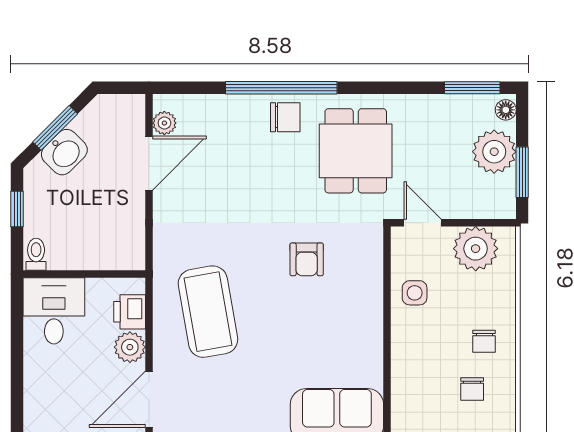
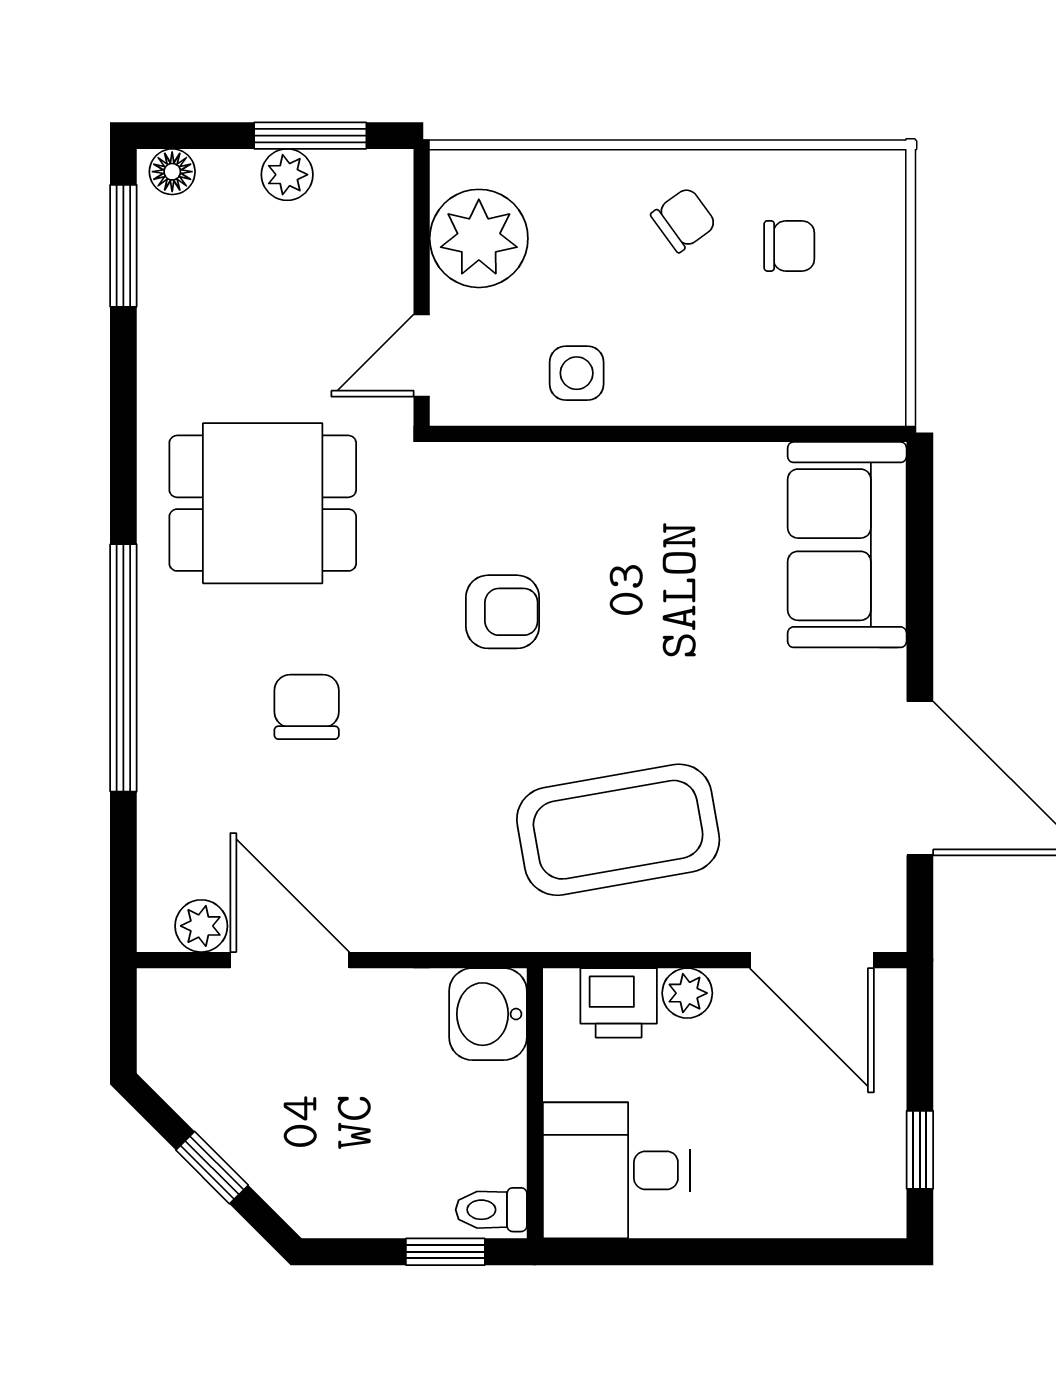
chair: (285, 117) -> (307, 707), moved
window: (55, 128) -> (212, 1168), width x0.67
washbasin: (64, 152) -> (488, 1014), moved, turned -135
plant: (494, 152) -> (287, 175), width x0.53, depth x0.53
window: (17, 209) -> (445, 1252), moved
chair: (484, 341) -> (684, 220), turned -36
plant: (130, 347) -> (687, 993), width x0.73, depth x0.73

